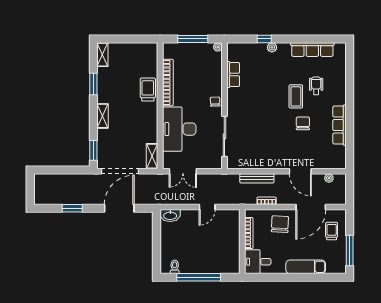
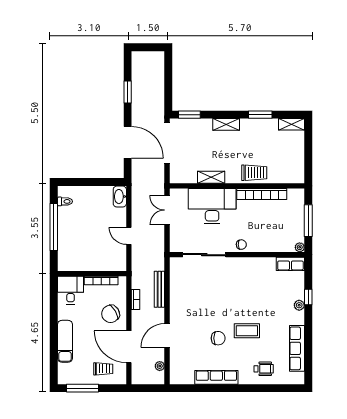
row of seats: (233, 75) -> (290, 264), moved
wheelchair: (316, 86) -> (264, 369), moved
shelving: (152, 156) -> (211, 177), moved
chair: (280, 224) -> (111, 314), turned 146

